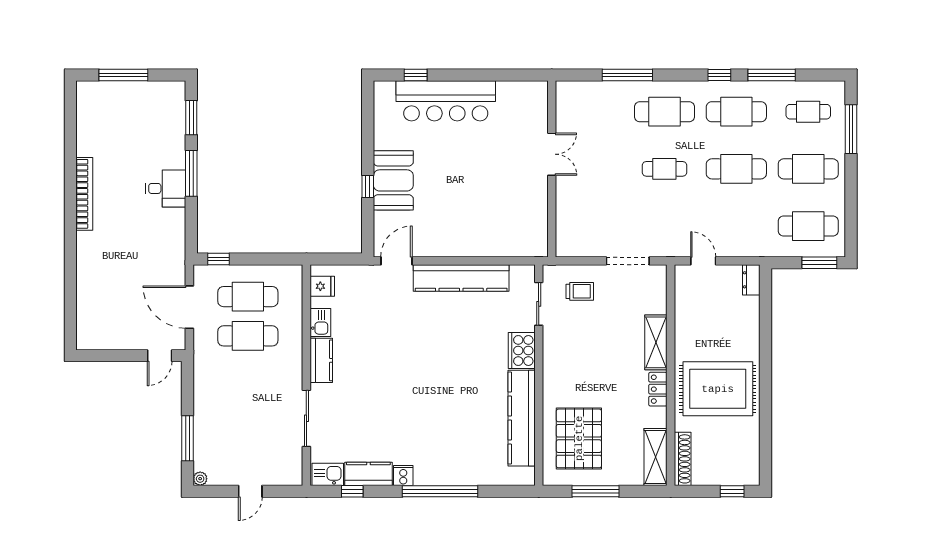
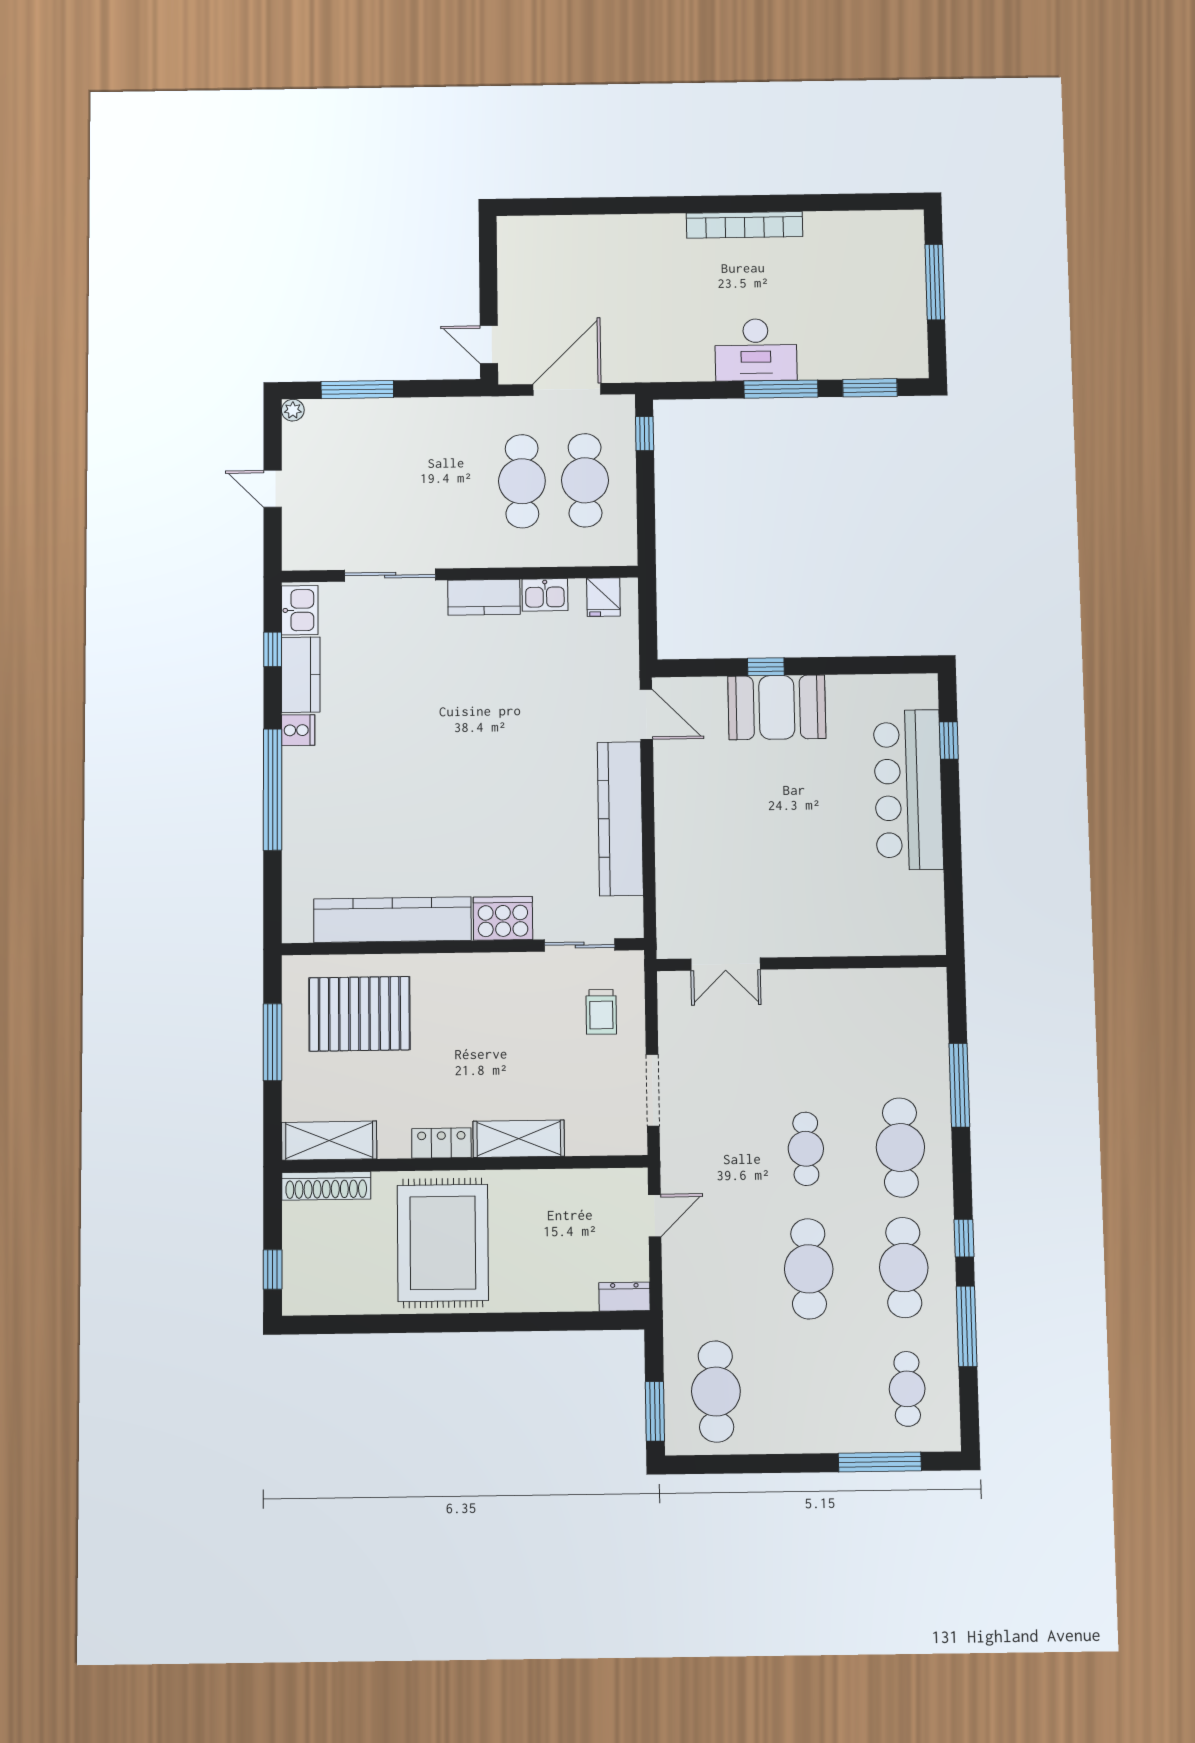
double door: (552, 154) -> (726, 964), moved
cafe table: (808, 169) -> (812, 1390), removed
desk: (166, 188) -> (756, 350), width x1.37

